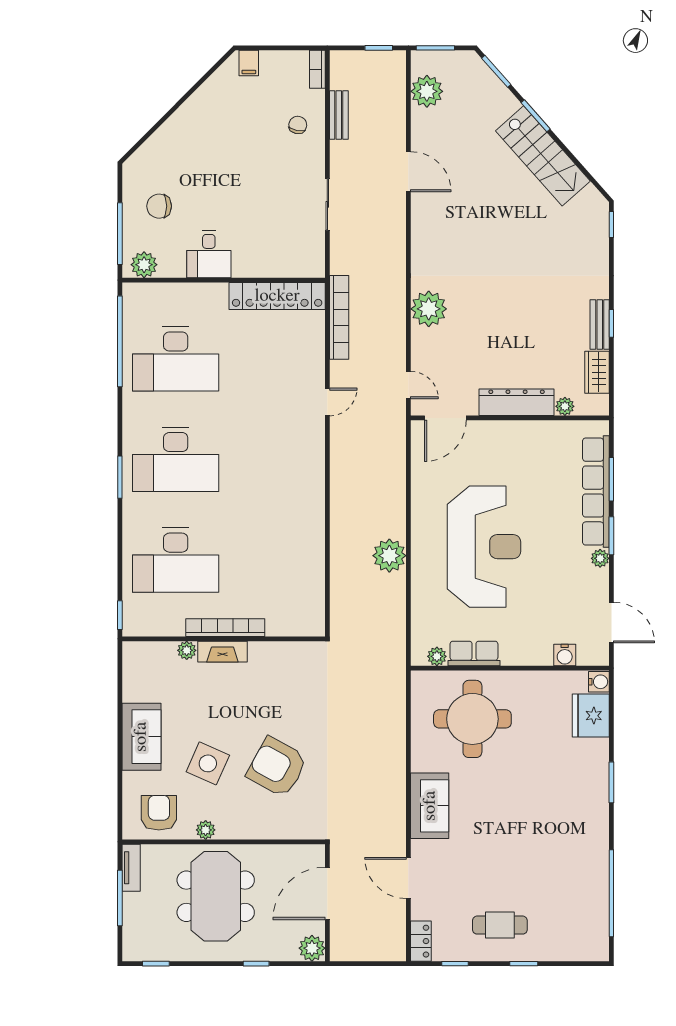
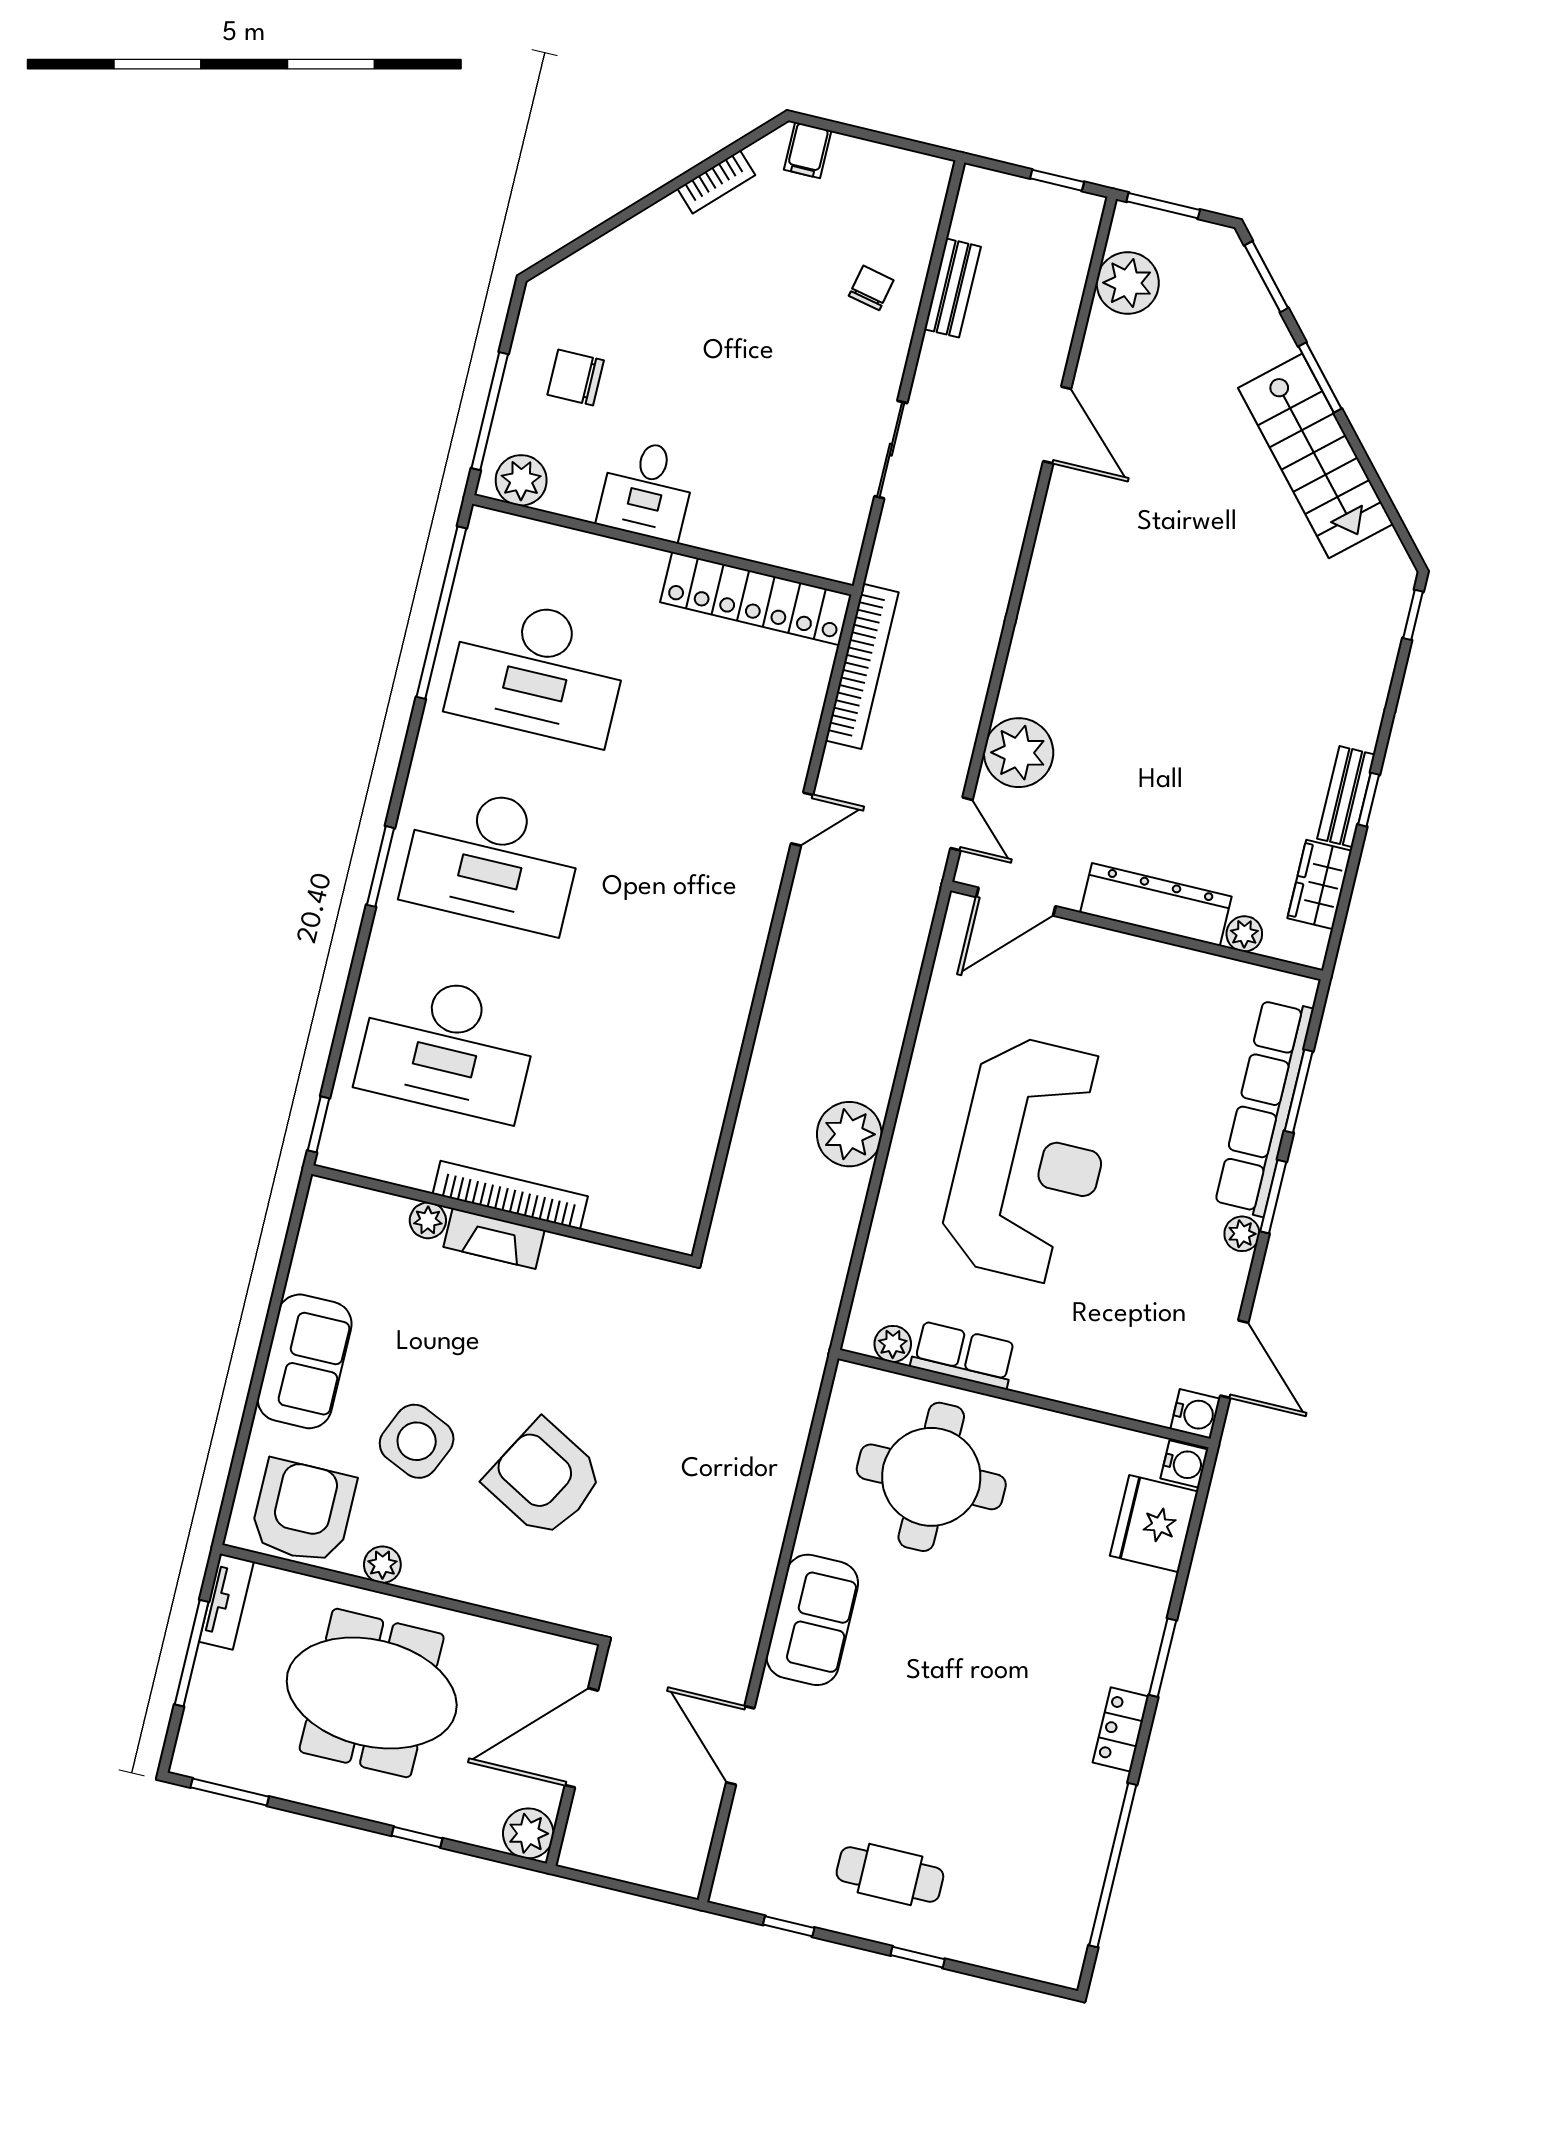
bookcase: (317, 69) -> (716, 182), moved, turned -135
plant: (429, 309) -> (1019, 753), moved
water cooler: (565, 655) -> (1195, 1414), moved, turned -90
armchair: (159, 813) -> (303, 1511), width x1.36, depth x1.36
meeting table: (216, 896) -> (372, 1693), turned 90
locker: (421, 941) -> (1121, 1729), moved, turned 180
window: (156, 964) -> (230, 1792), width x1.50

